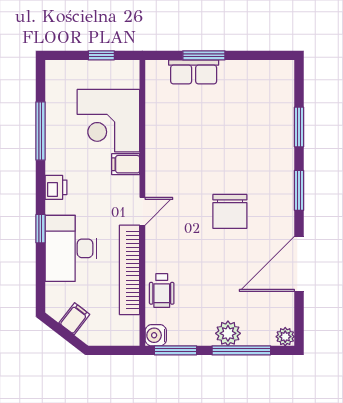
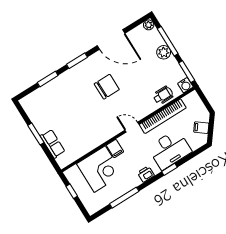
window: (204, 55) -> (36, 134), moved

